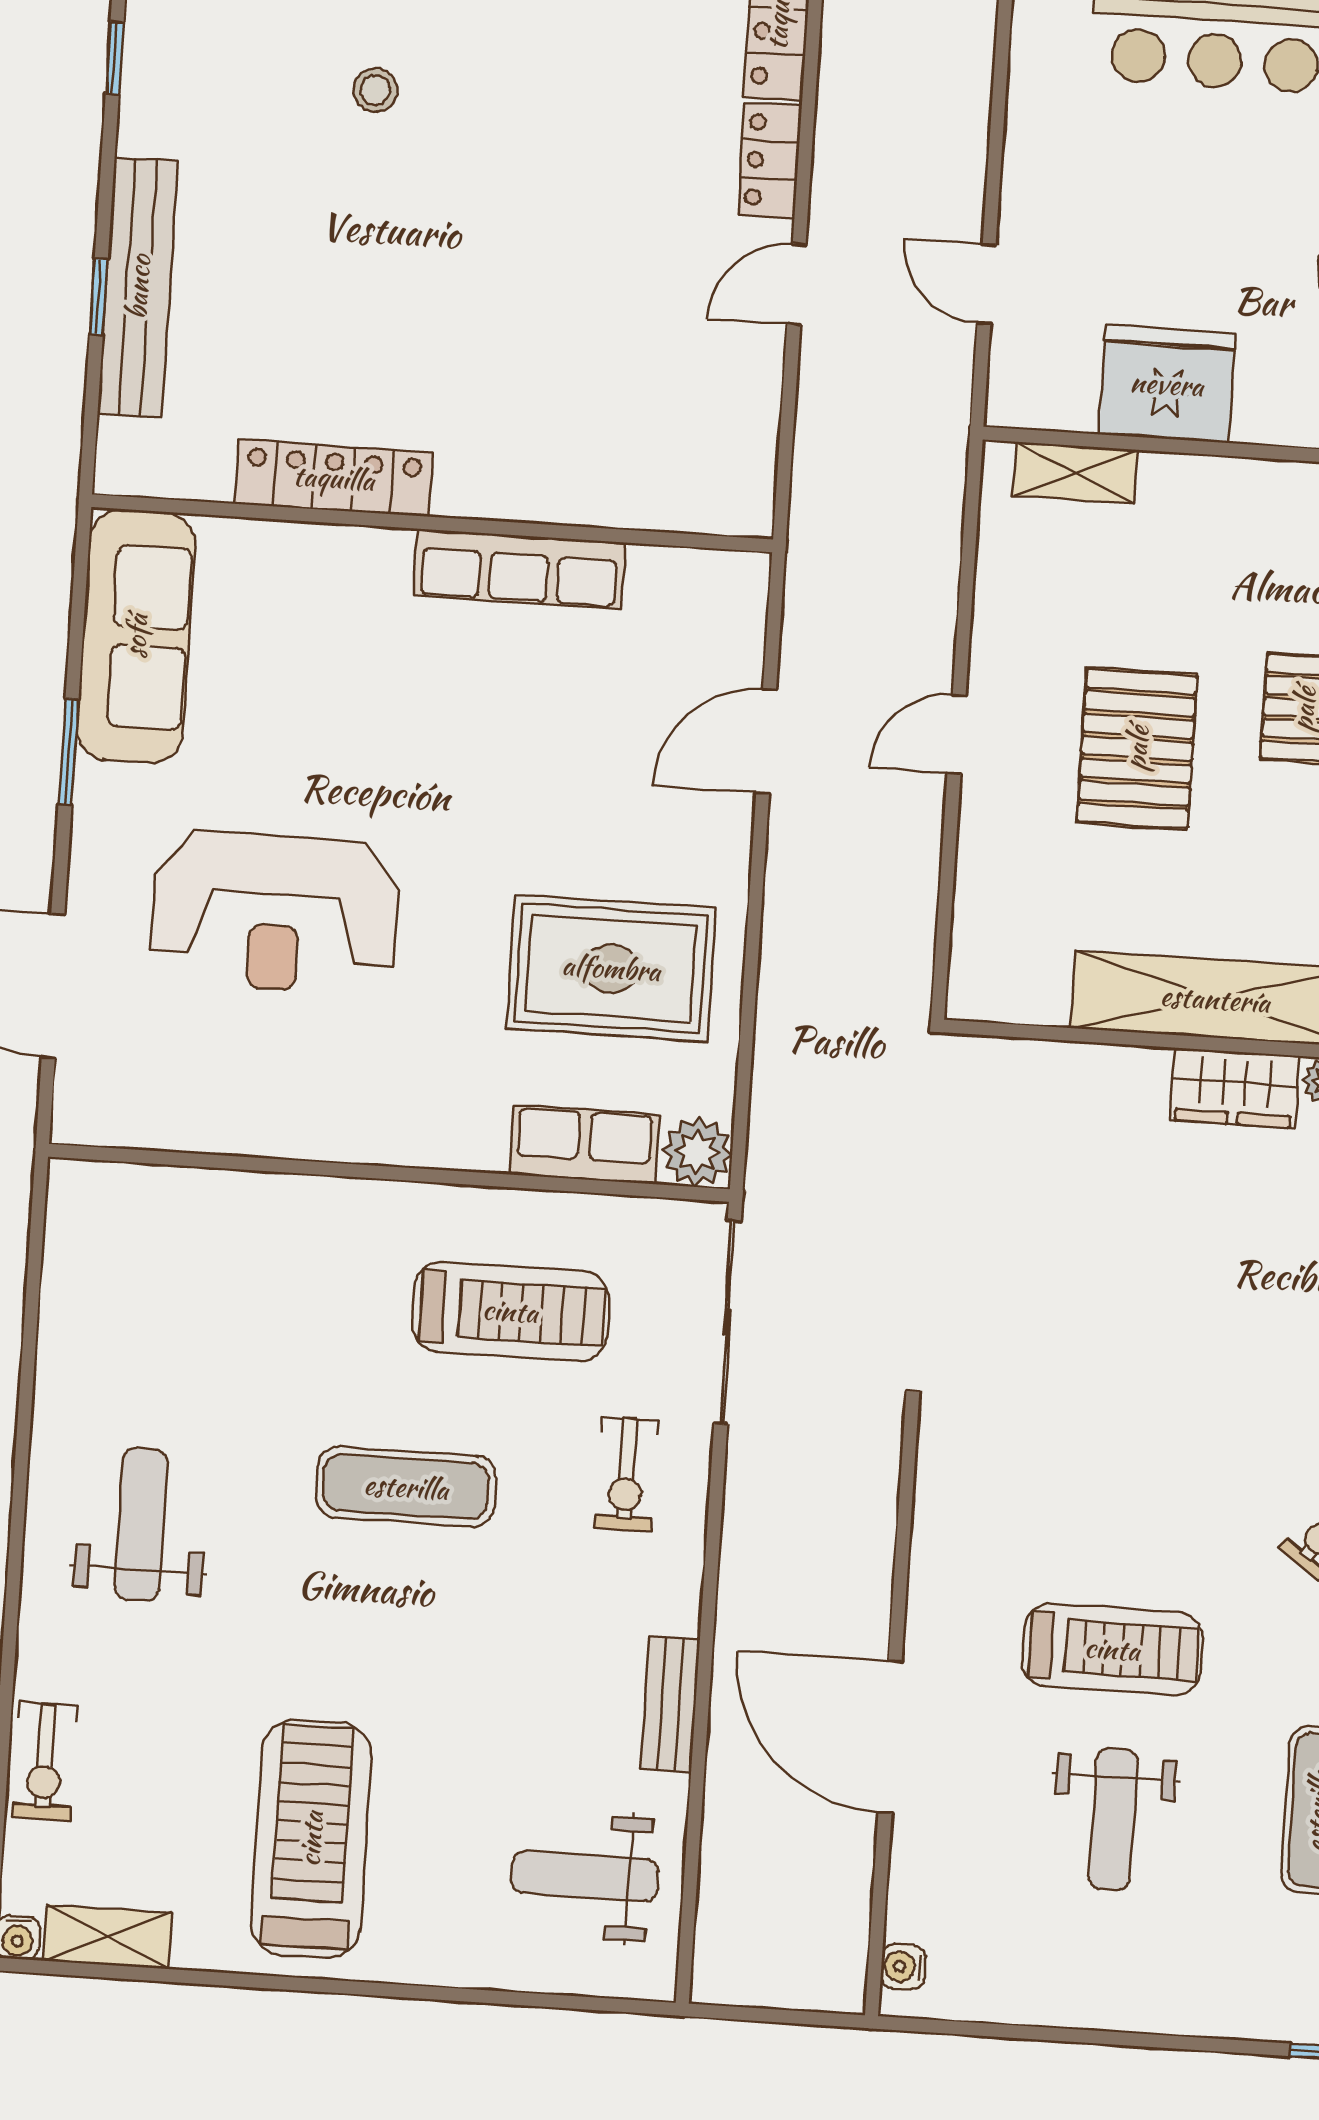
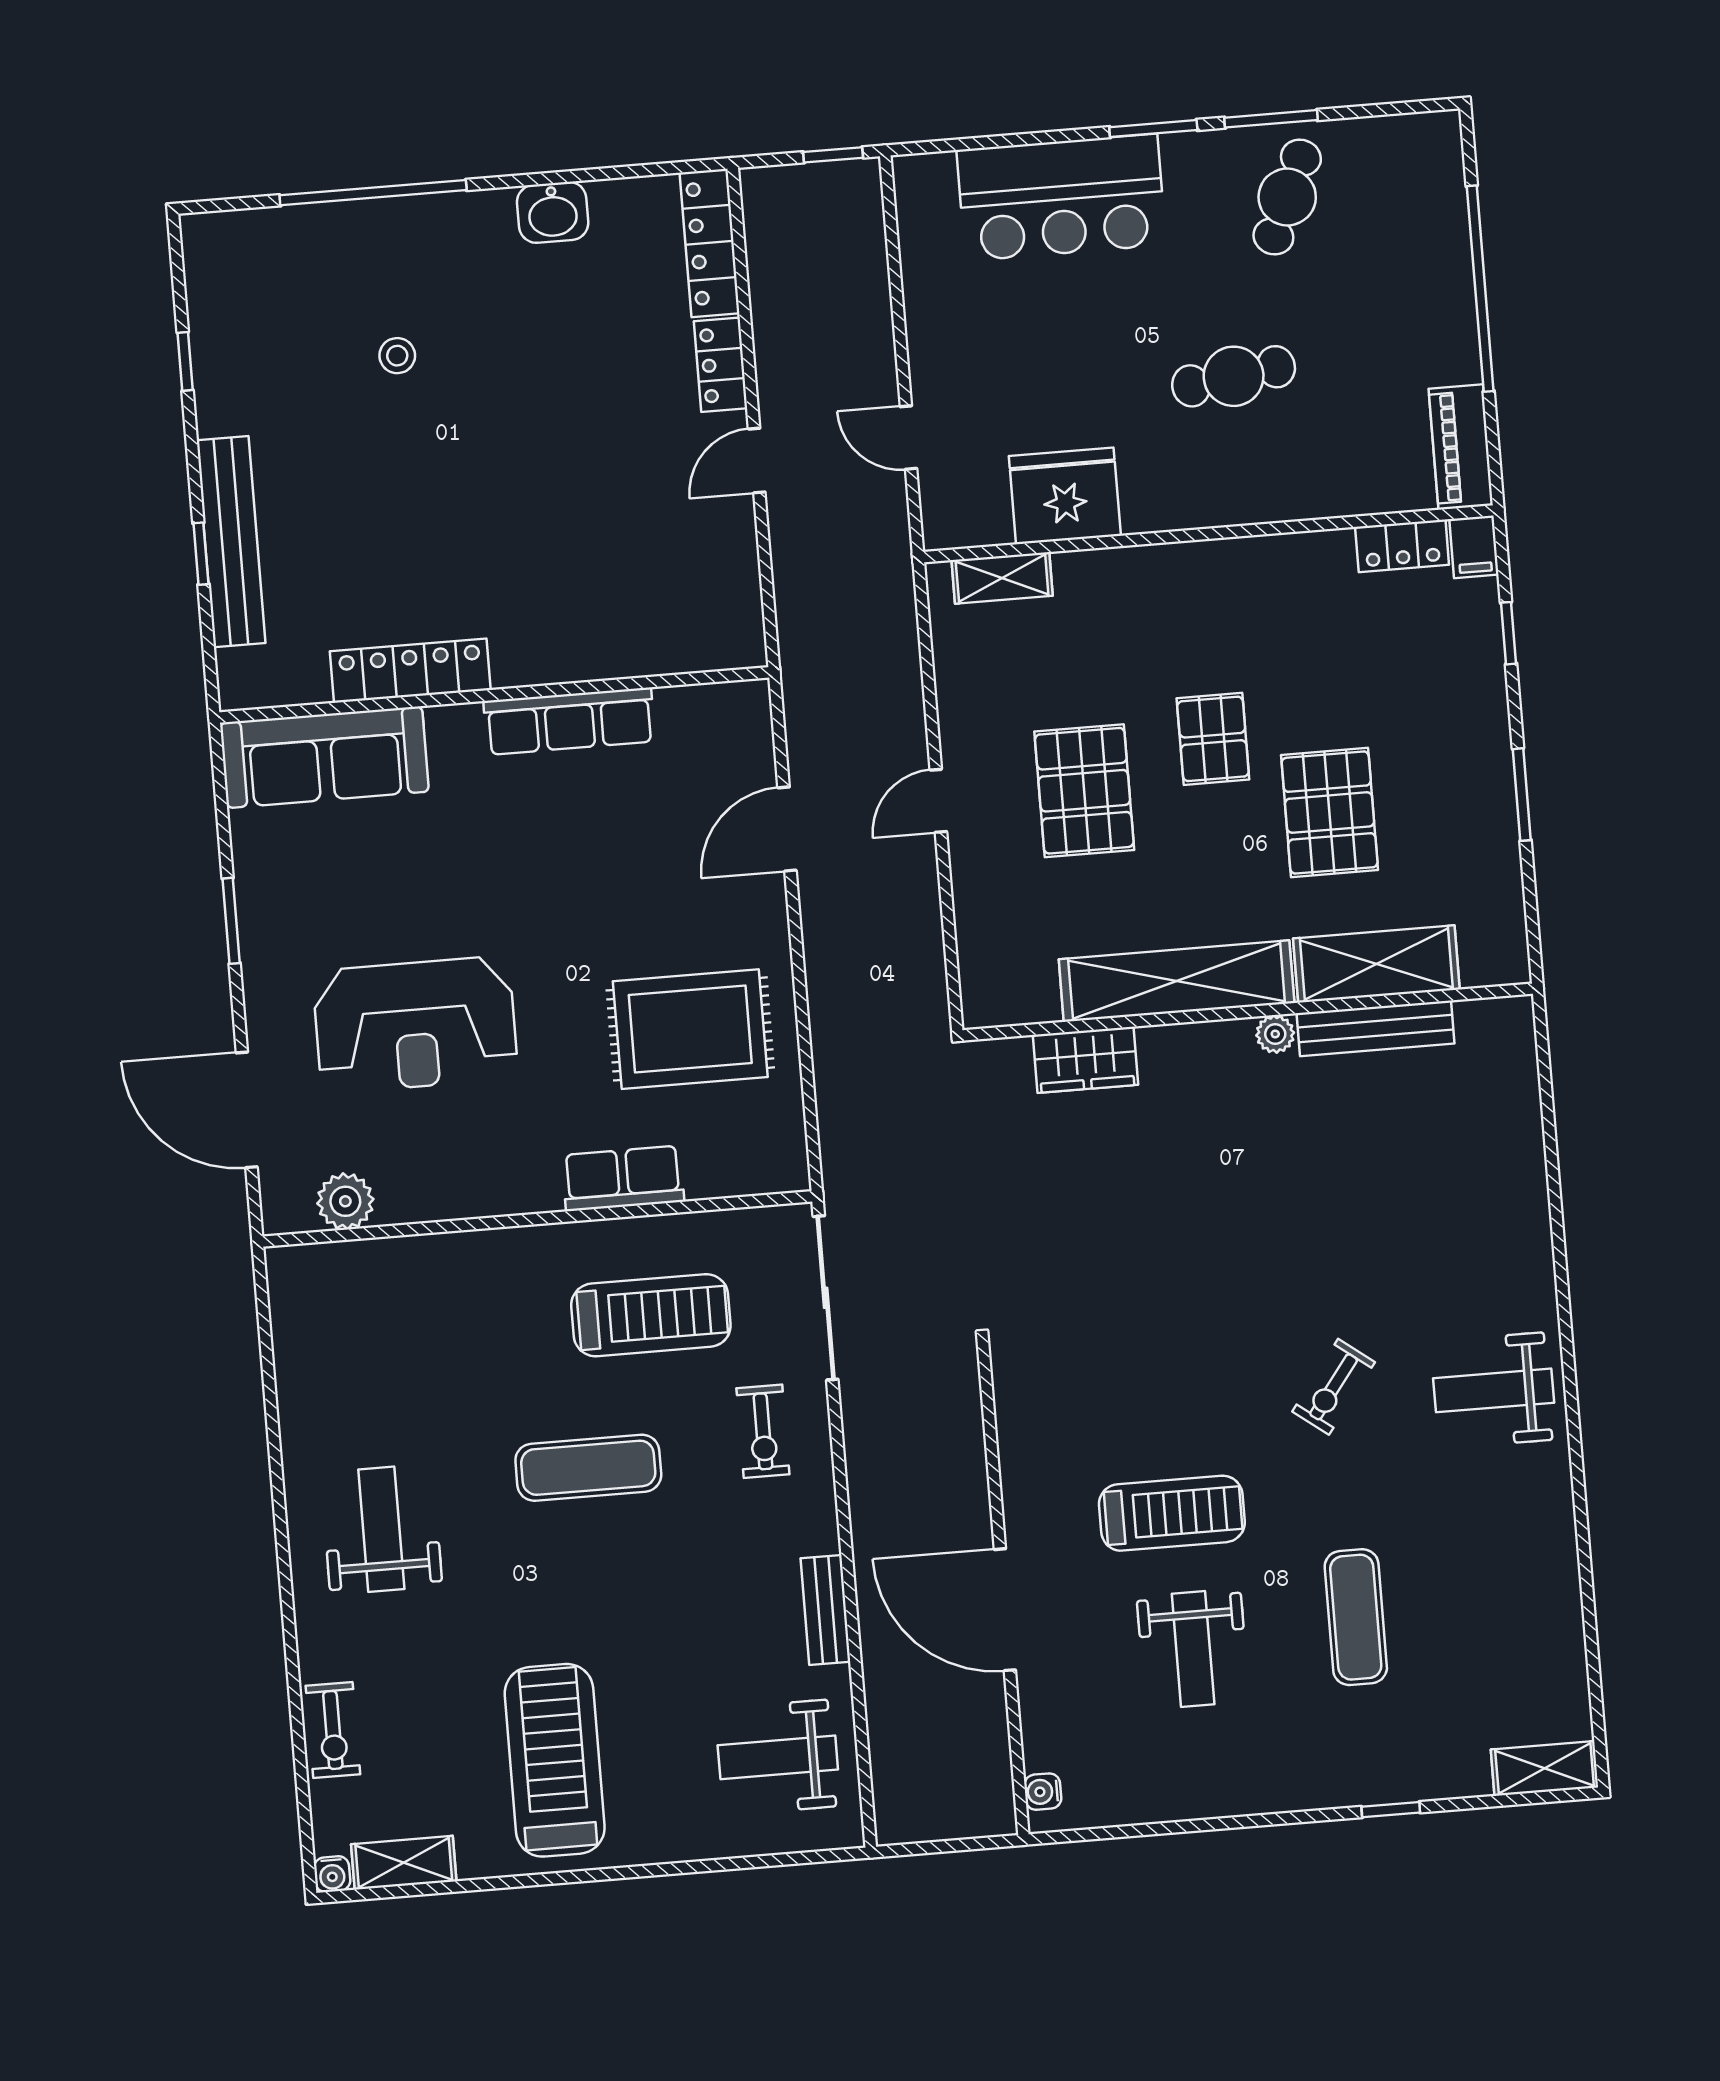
sofa: (136, 636) -> (325, 757), moved, turned 90
wardrobe: (1235, 1088) -> (1086, 1060), moved
row of seats: (584, 1144) -> (623, 1178), moved
plant: (697, 1152) -> (345, 1201), moved

